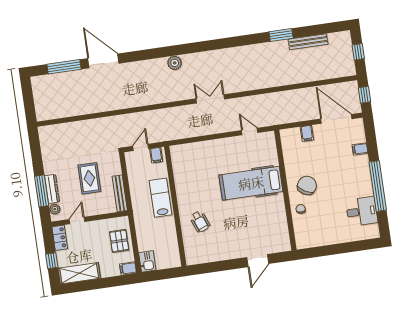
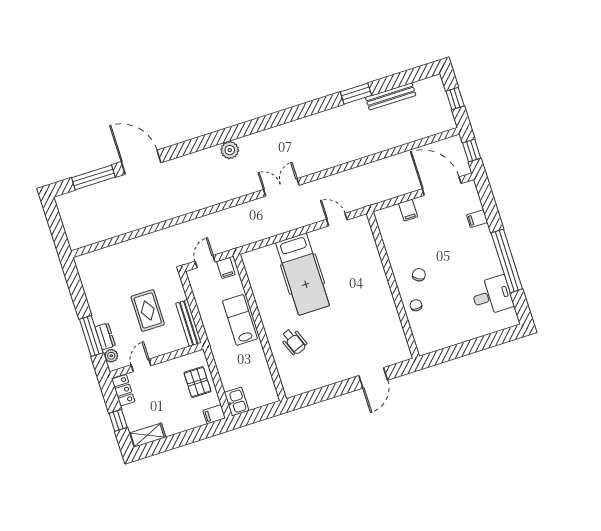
hospital bed: (251, 183) -> (302, 274), moved, turned -90
chair: (307, 185) -> (419, 275), width x0.54, depth x0.54
dresser: (52, 189) -> (105, 336), width x0.70
shelving: (79, 273) -> (147, 435), width x0.67, depth x0.75

